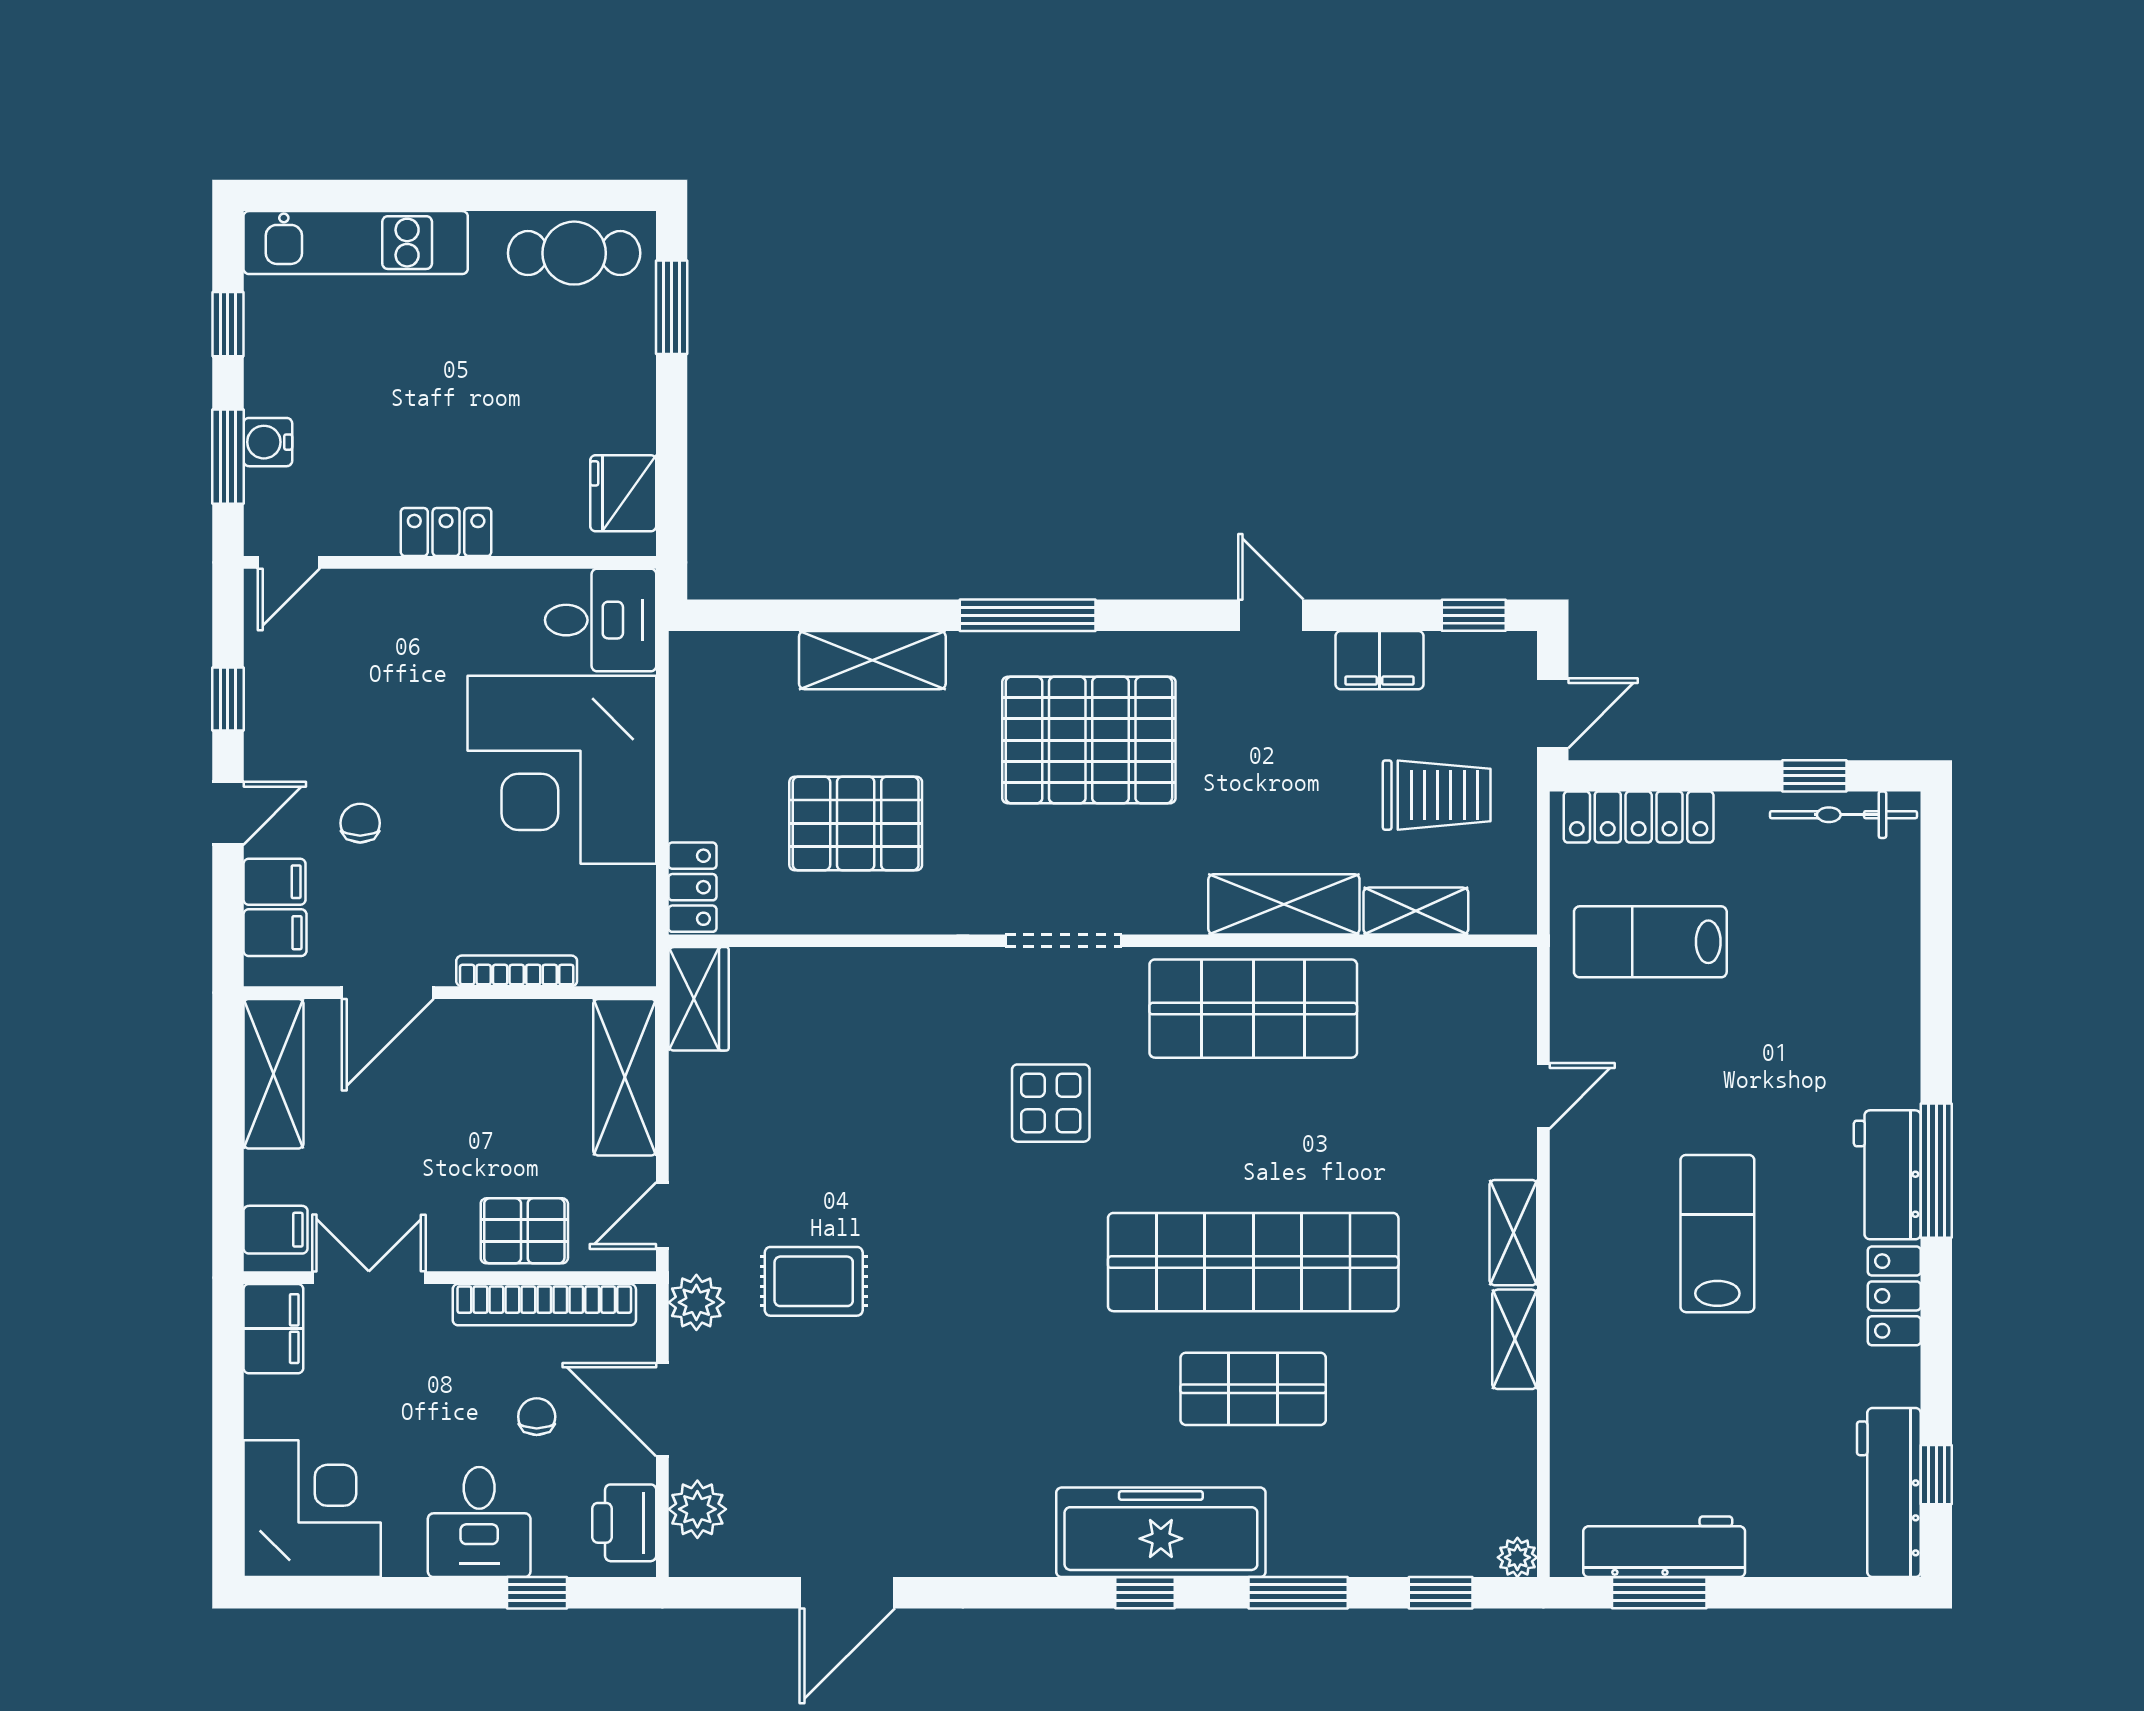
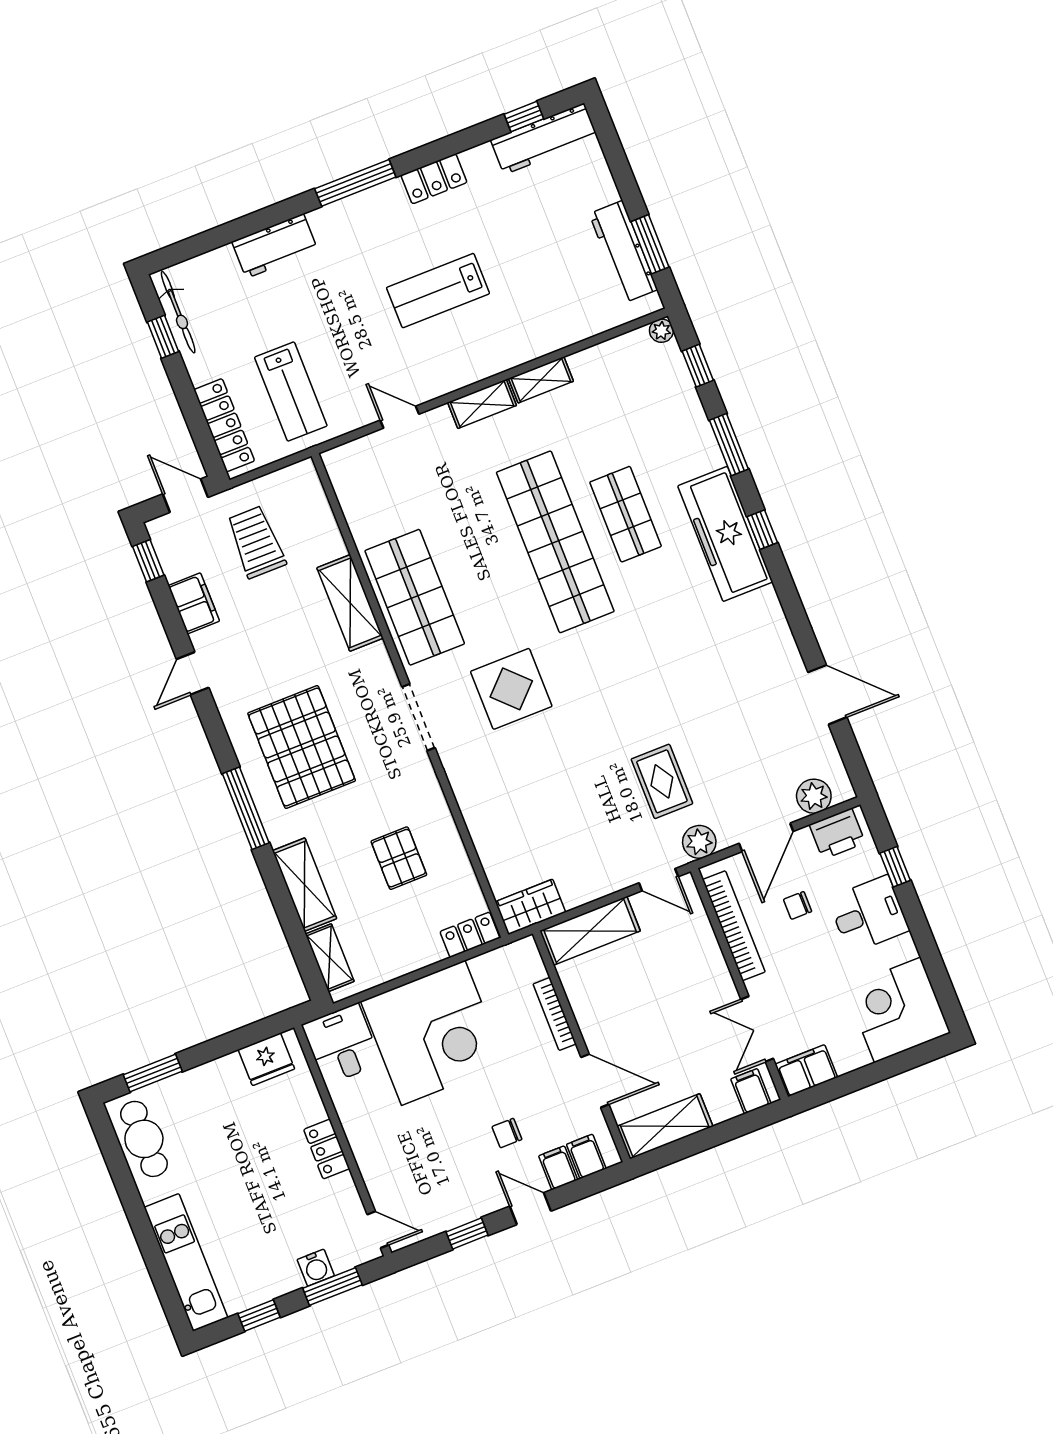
pallet: (856, 823) -> (399, 858), width x0.67, depth x0.71
shelving: (1416, 911) -> (330, 958), moved
display table: (1051, 1103) -> (511, 689), width x1.36, depth x1.36
workbench: (1887, 1175) -> (275, 246), moved
pallet: (524, 1231) -> (697, 953), removed

